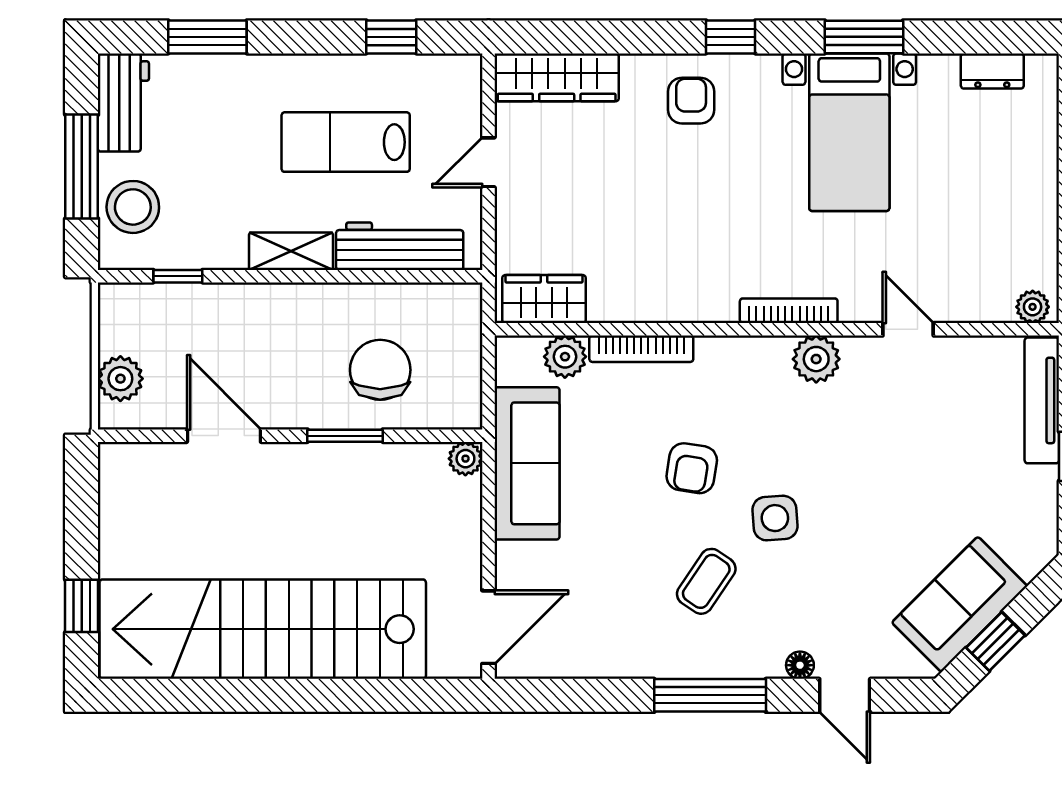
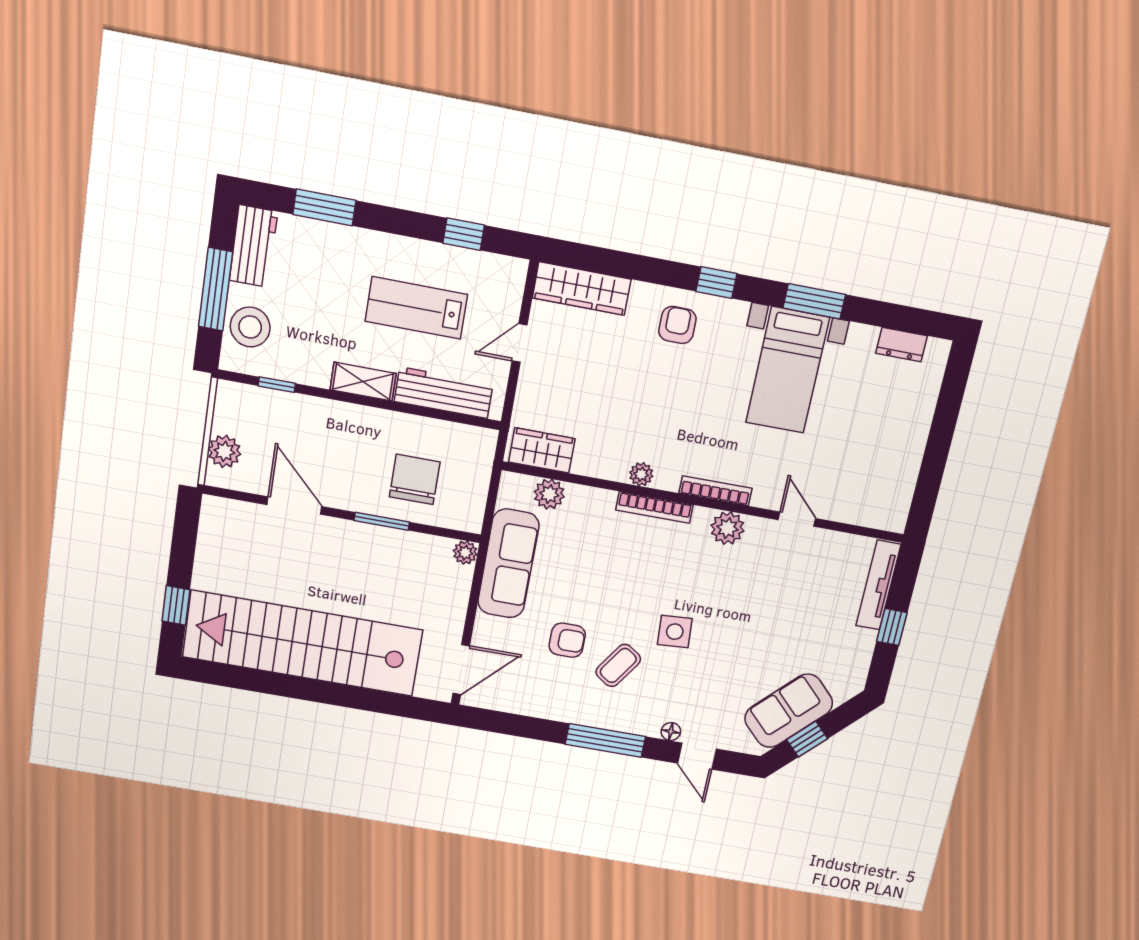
plant: (1033, 307) -> (641, 474), moved
bookcase: (641, 349) -> (654, 507), moved
armchair: (692, 468) -> (567, 640), moved, turned -99

